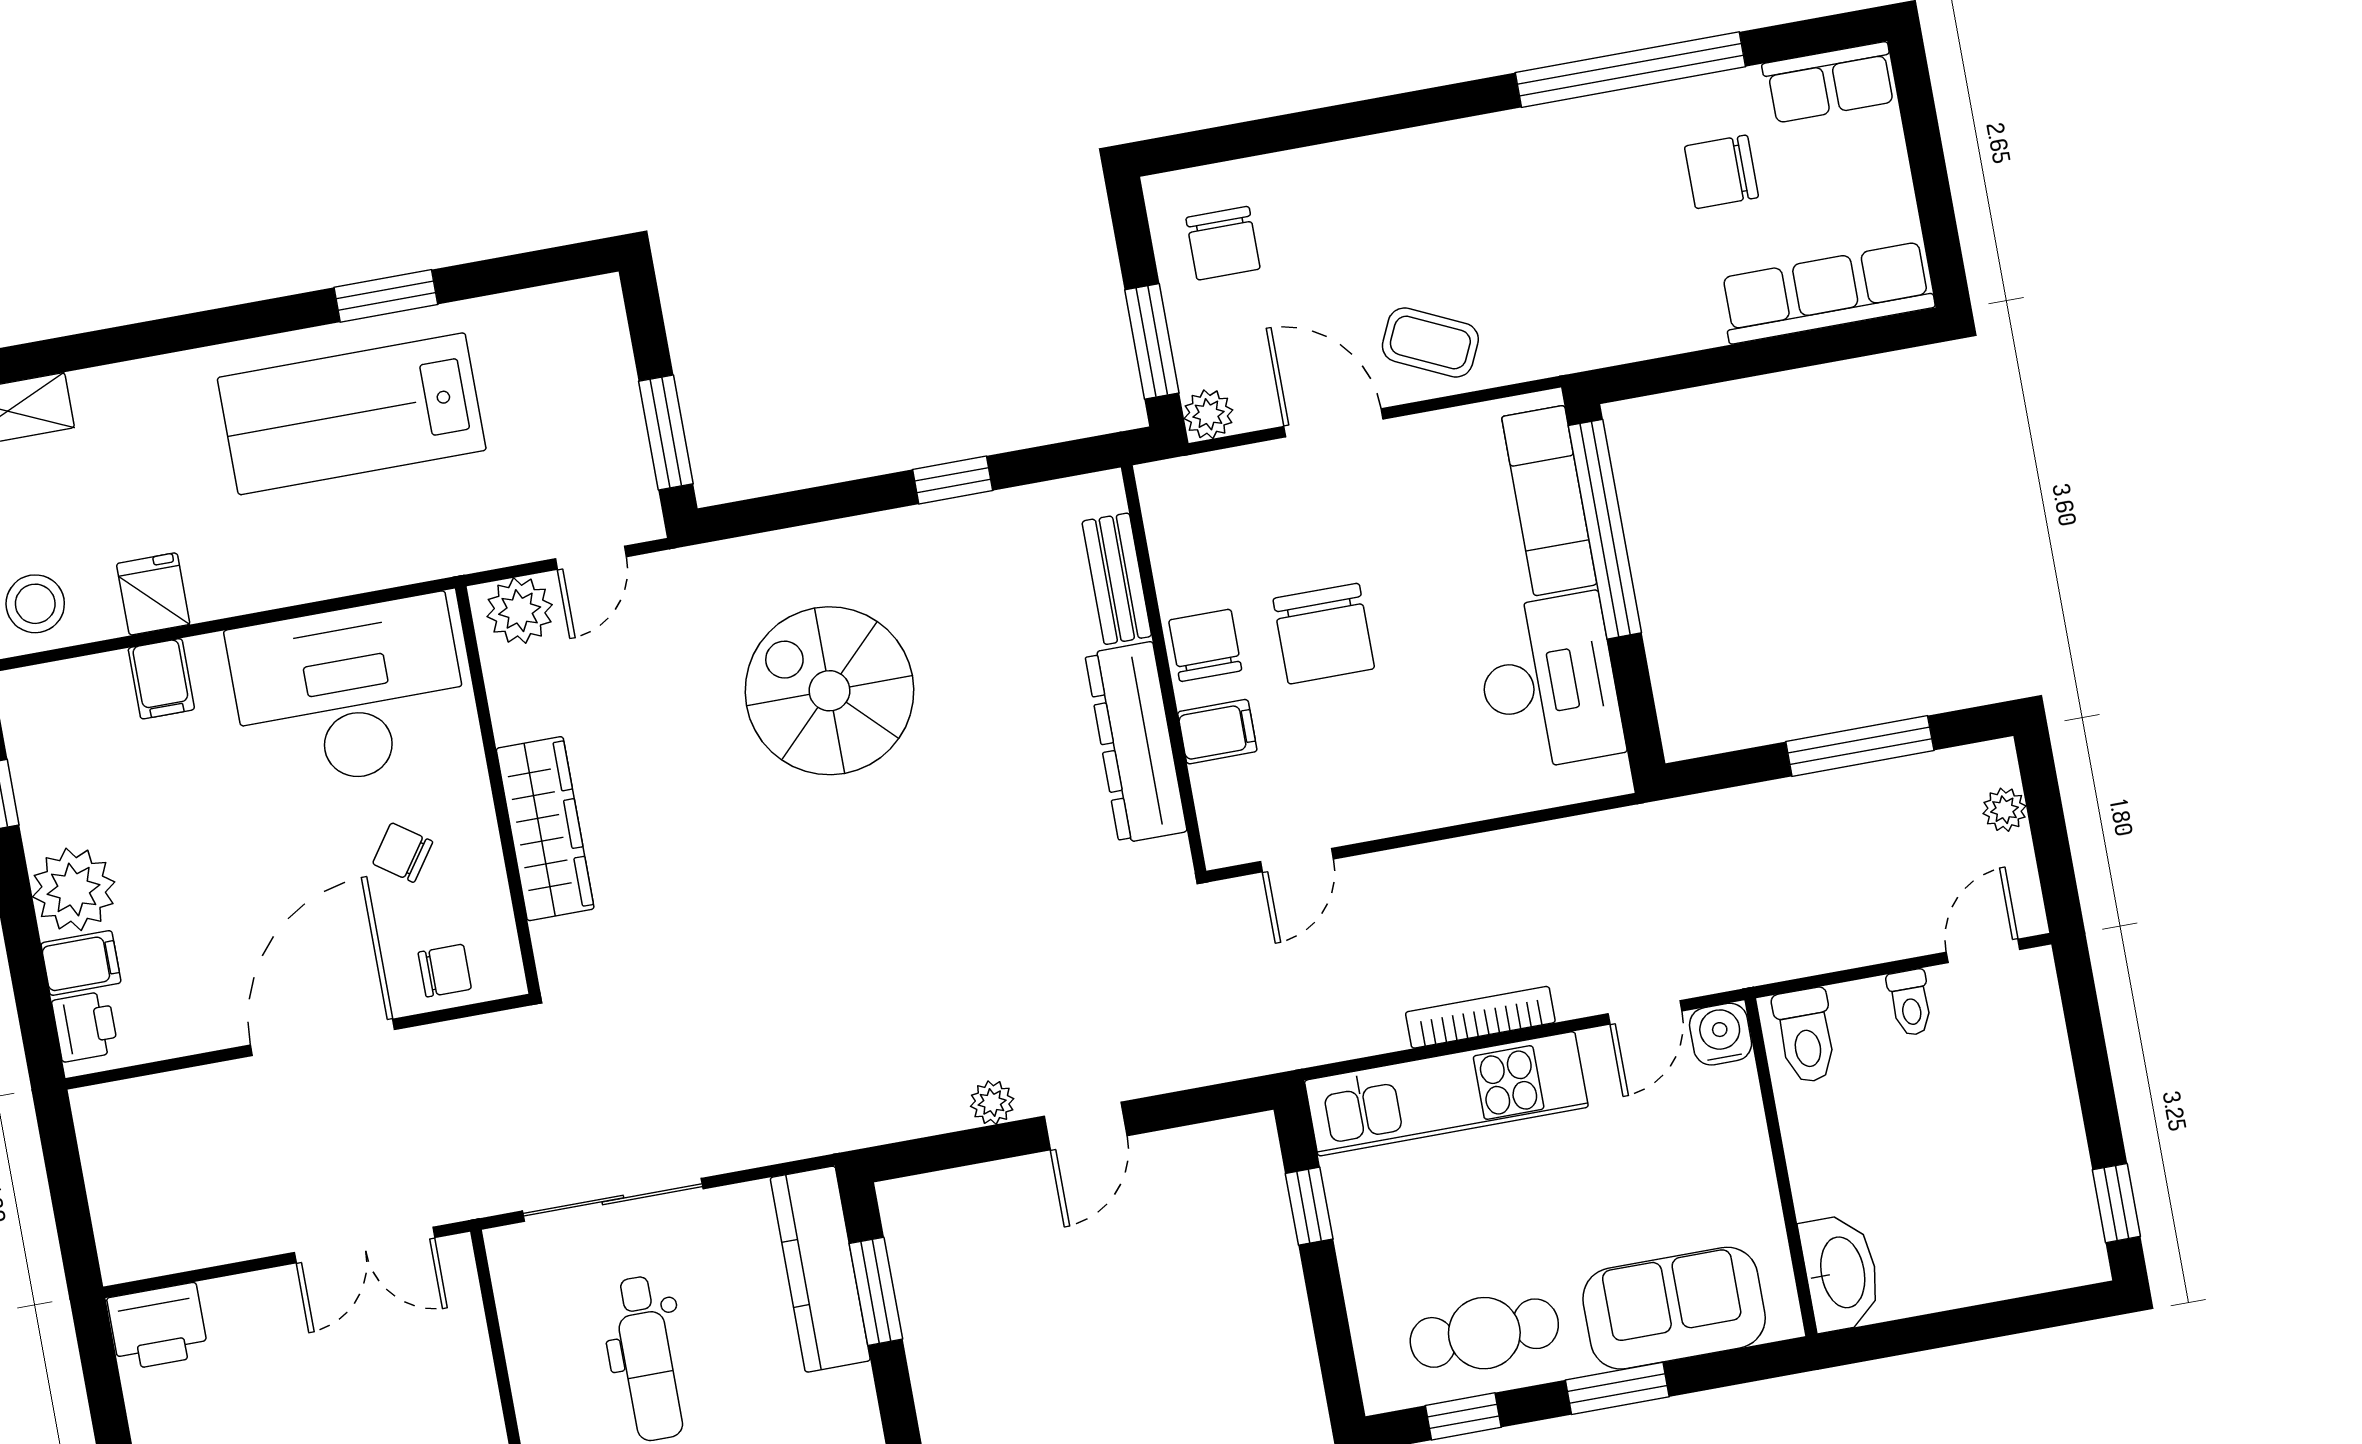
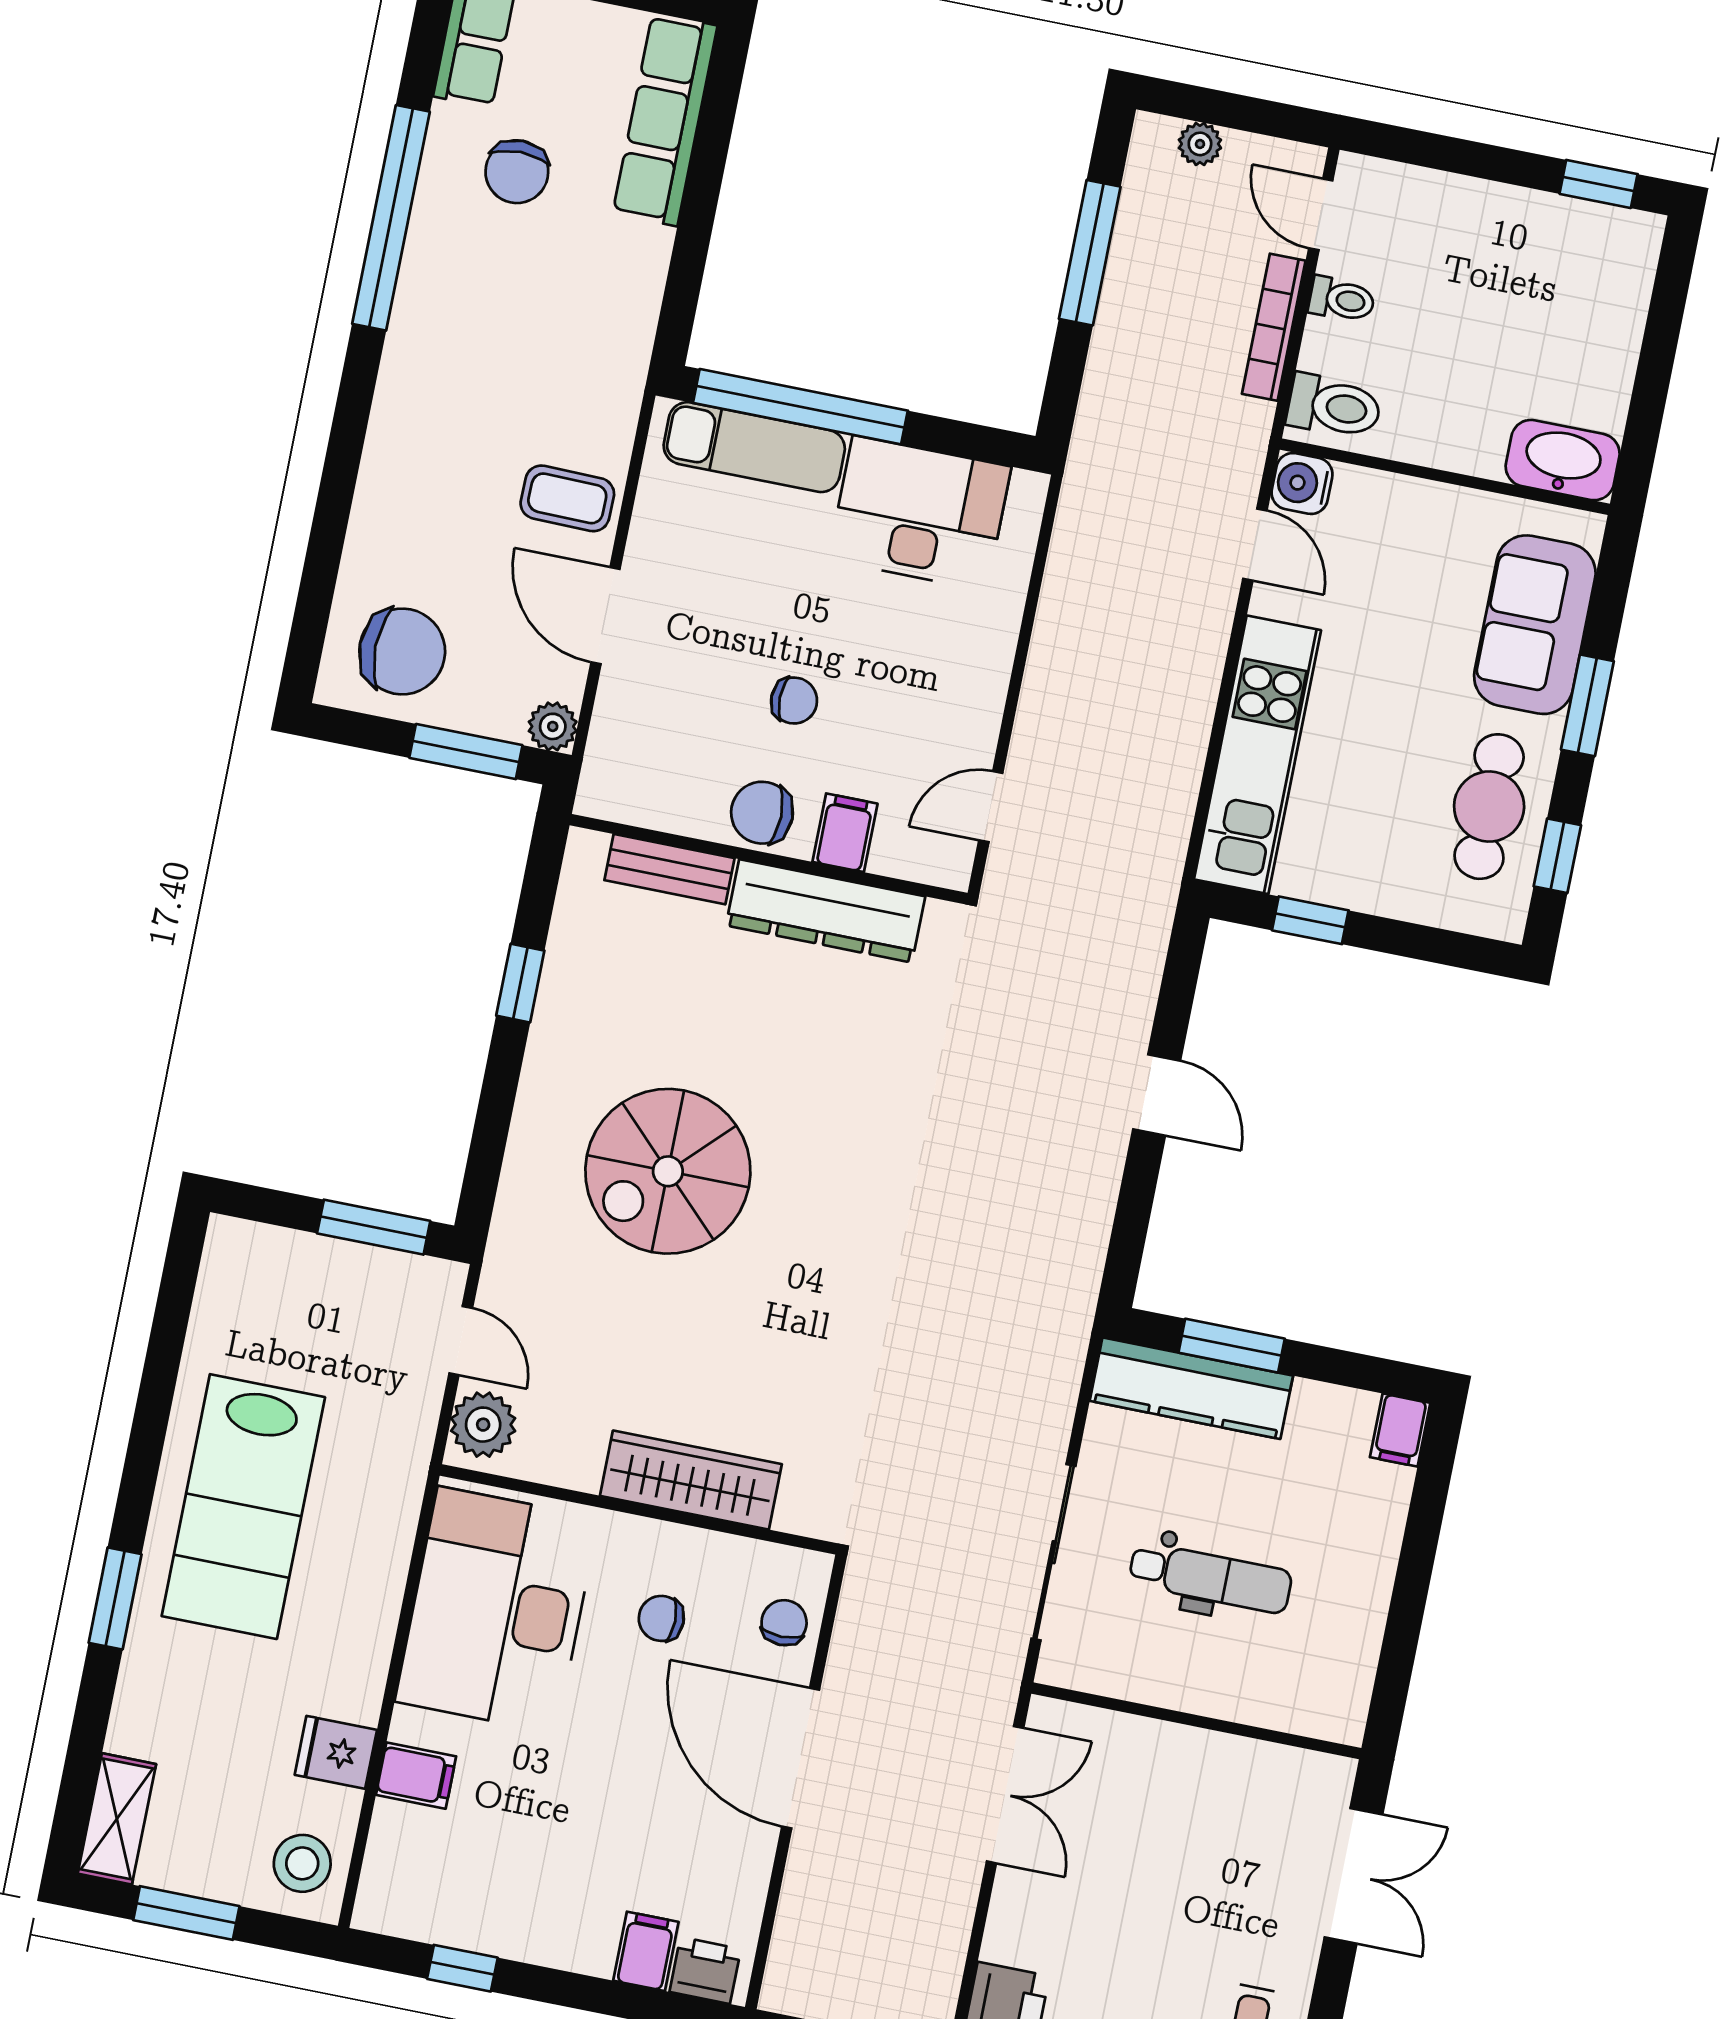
chair: (1223, 243) -> (402, 651), width x1.37, depth x1.37
window: (386, 296) -> (115, 1598), moved
coffee table: (1430, 342) -> (567, 498), turned 66
door: (1333, 423) -> (606, 616), hinge flipped
chair: (1324, 634) -> (794, 701), width x0.54, depth x0.54
chair: (403, 853) -> (661, 1618), turned 55
door: (1297, 860) -> (991, 807), swing flipped
plant: (74, 889) -> (576, 1931), removed
bookcase: (1480, 1017) -> (1274, 327), moved
plant: (992, 1103) -> (1102, 1172), removed

